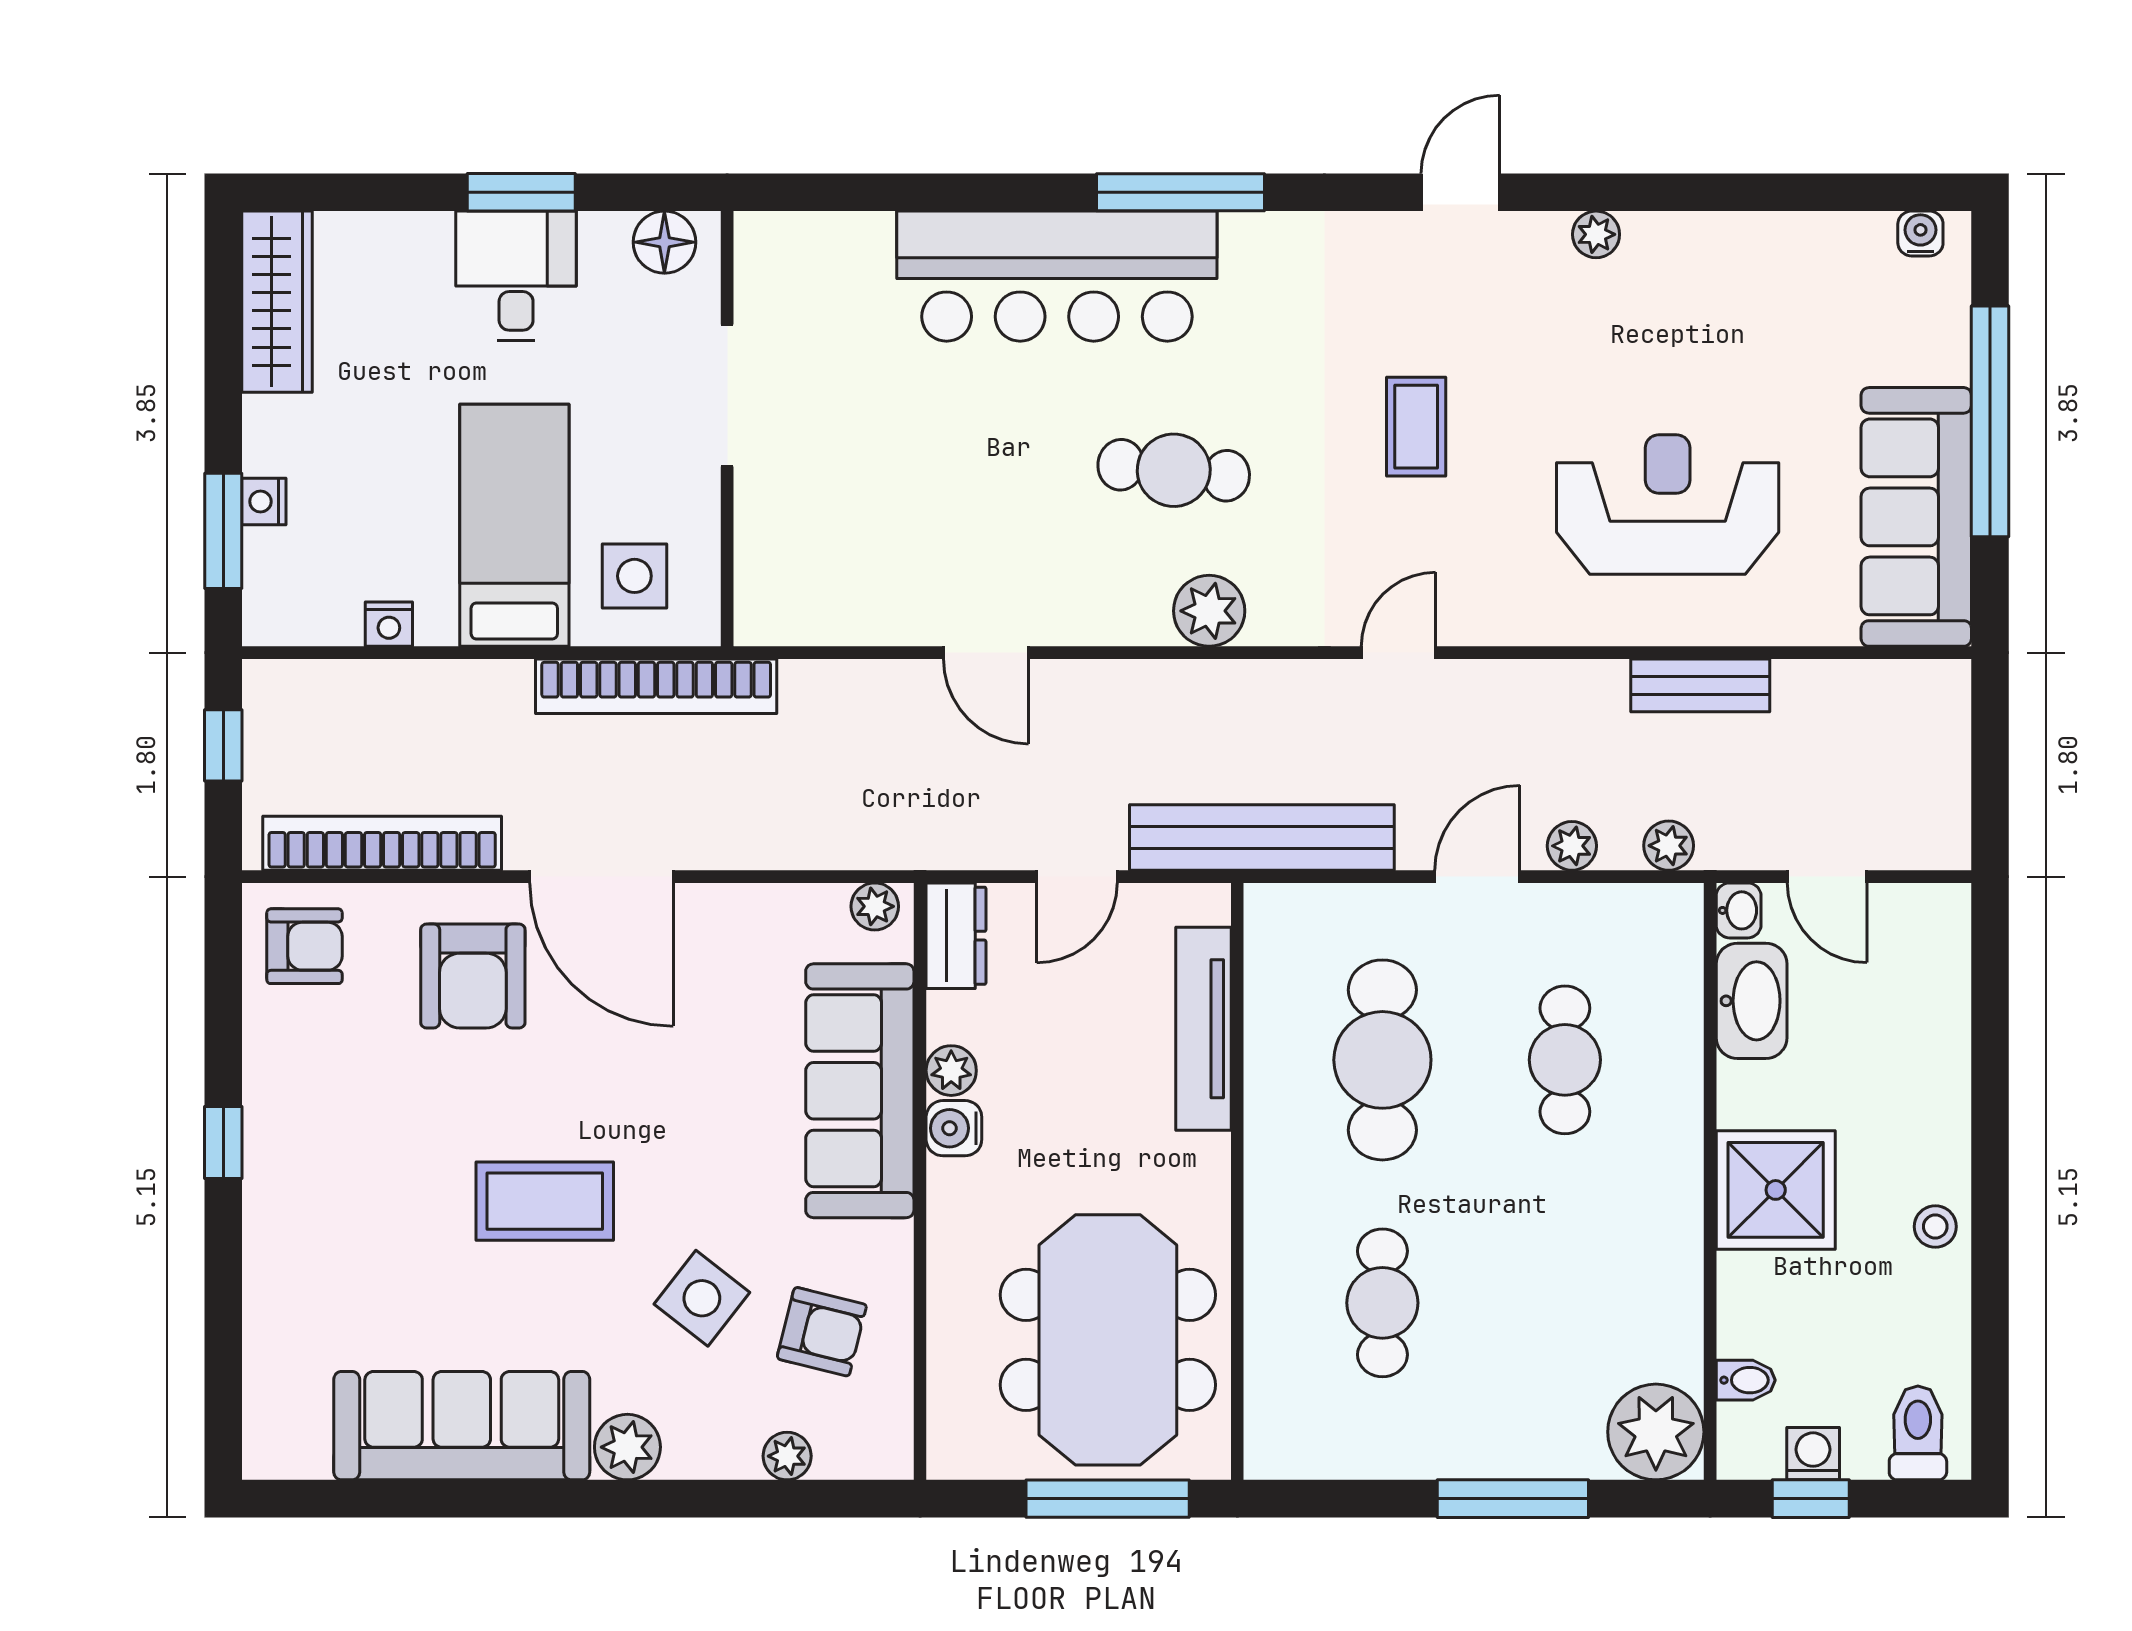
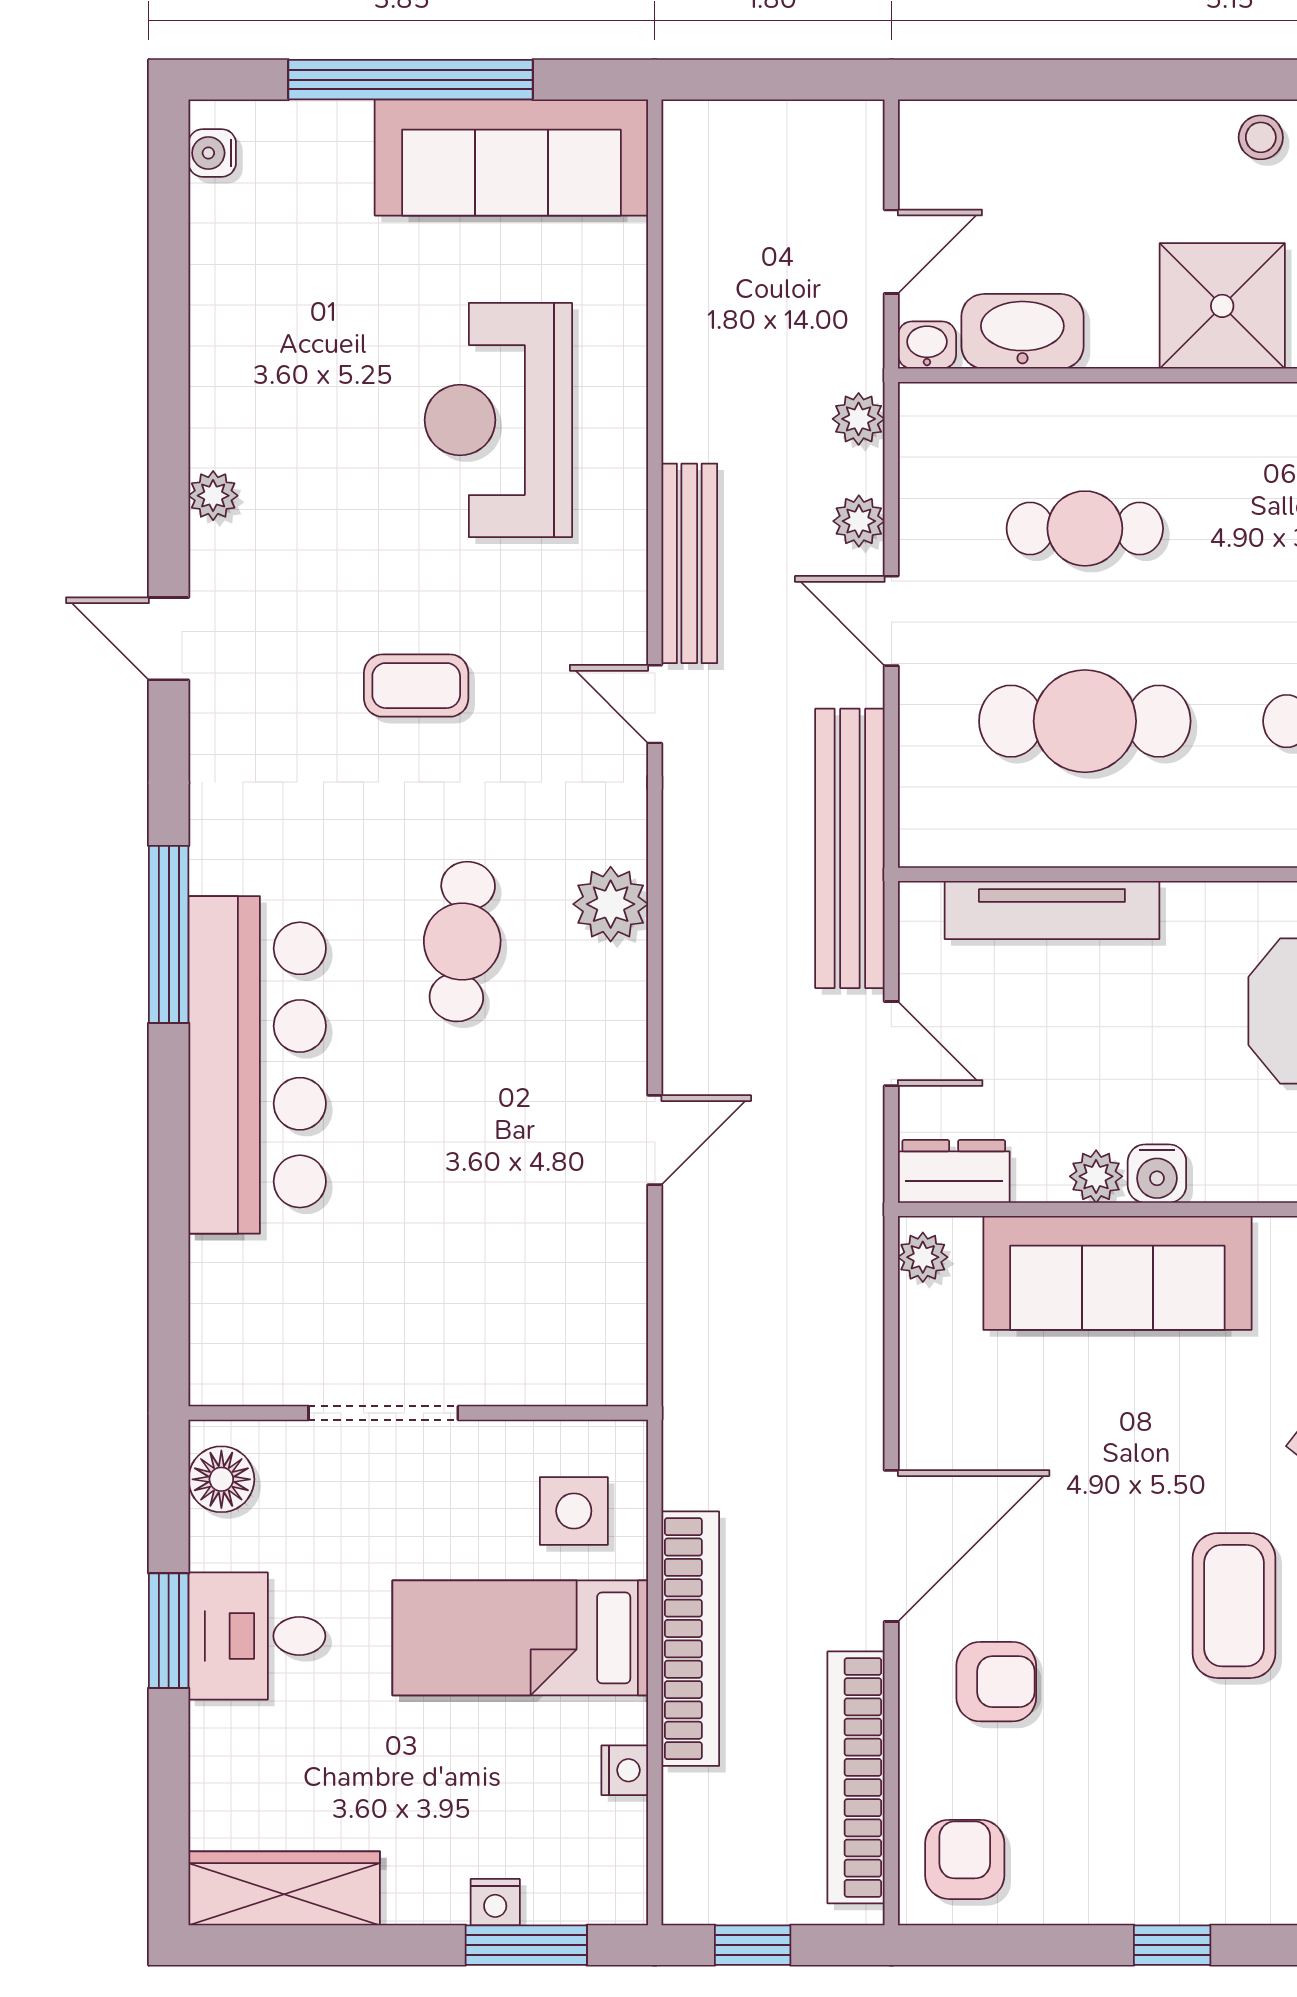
bench: (1700, 685) -> (689, 563), moved, width x1.36
bookcase: (656, 686) -> (690, 1639), moved
armchair: (473, 976) -> (996, 1682), width x0.72, depth x0.72

